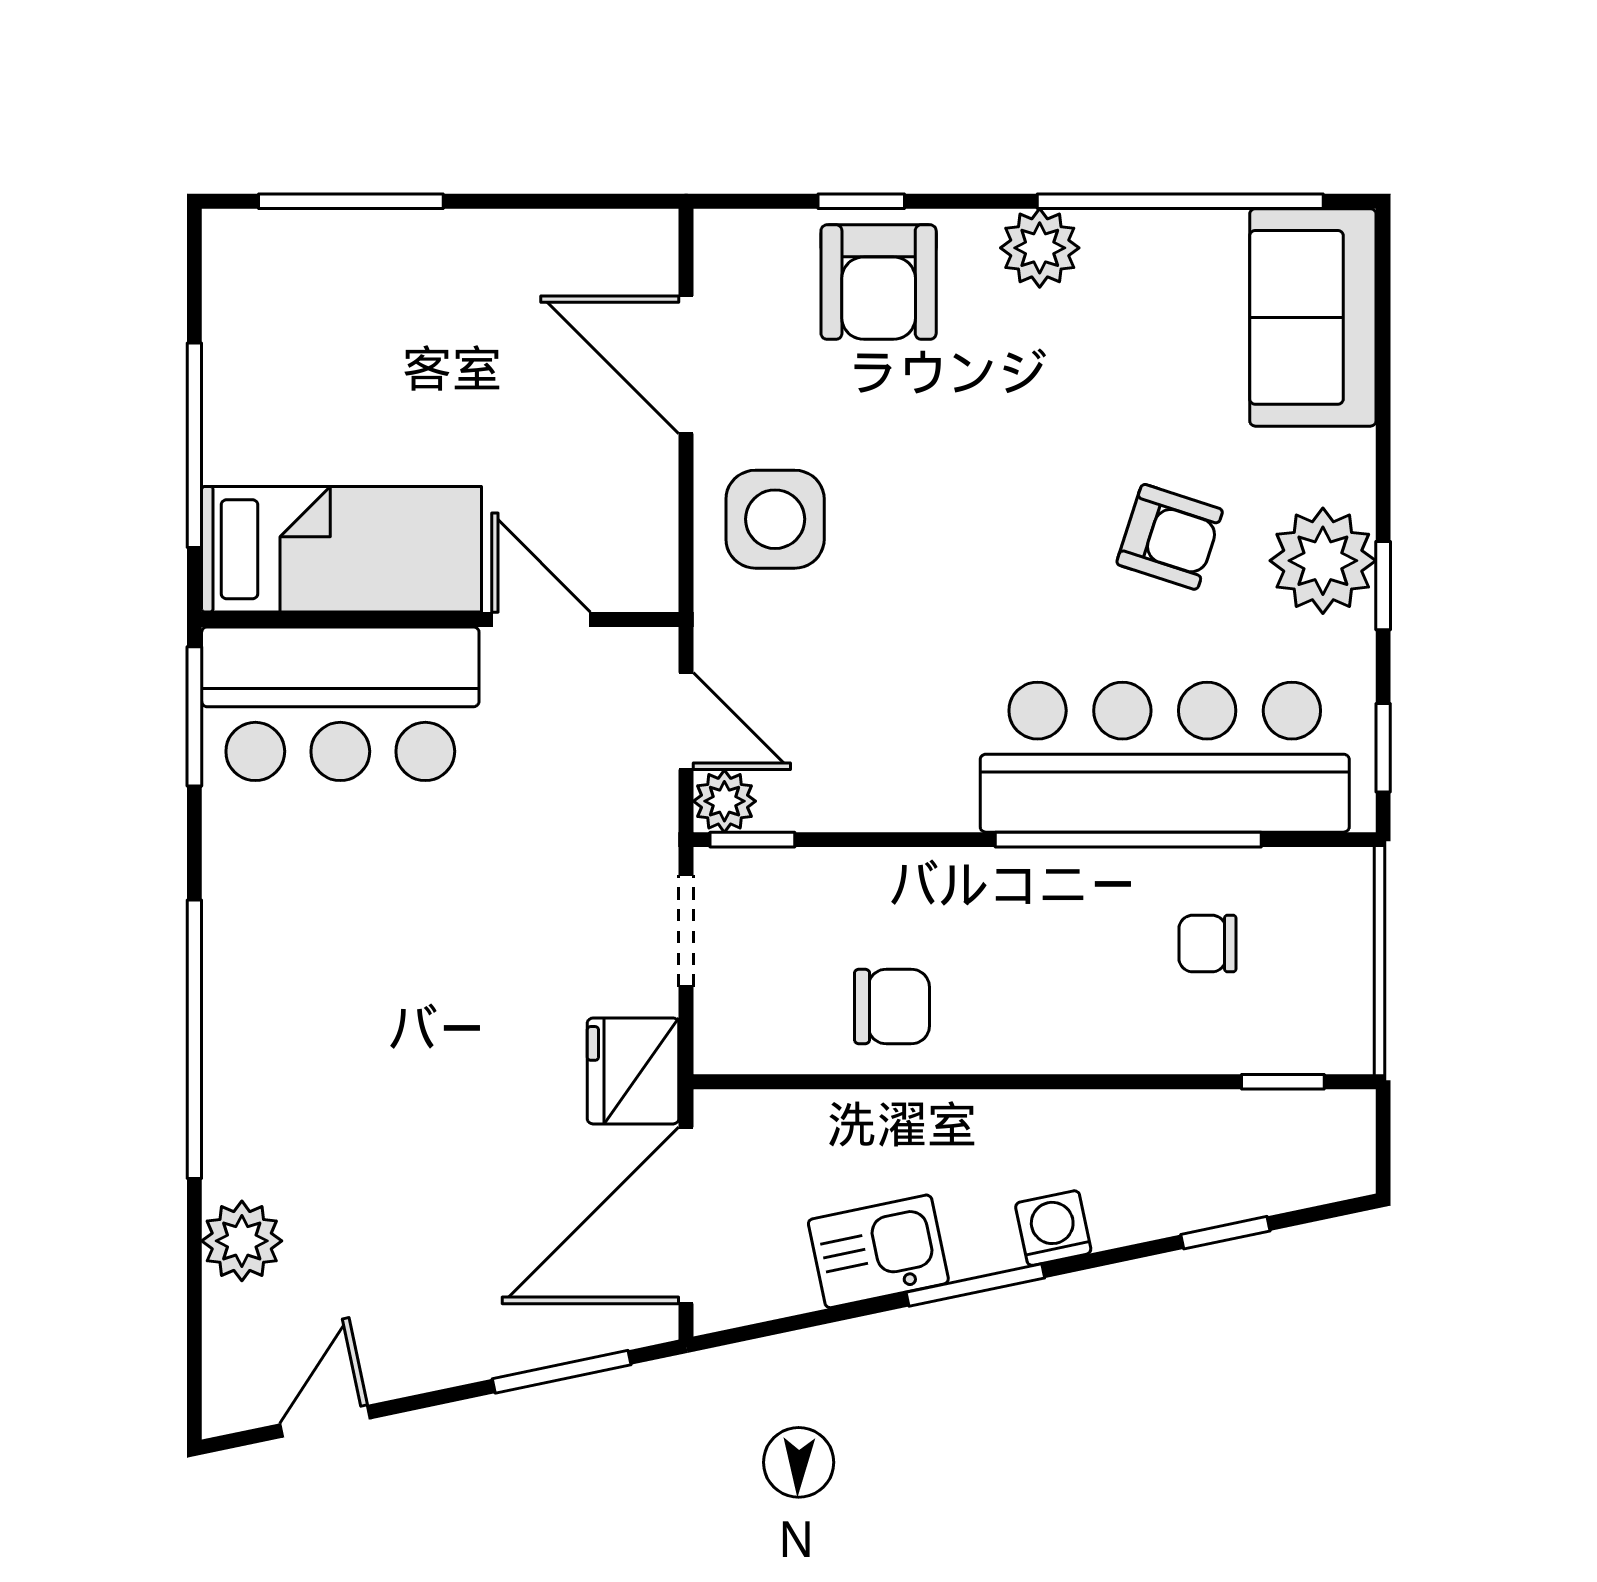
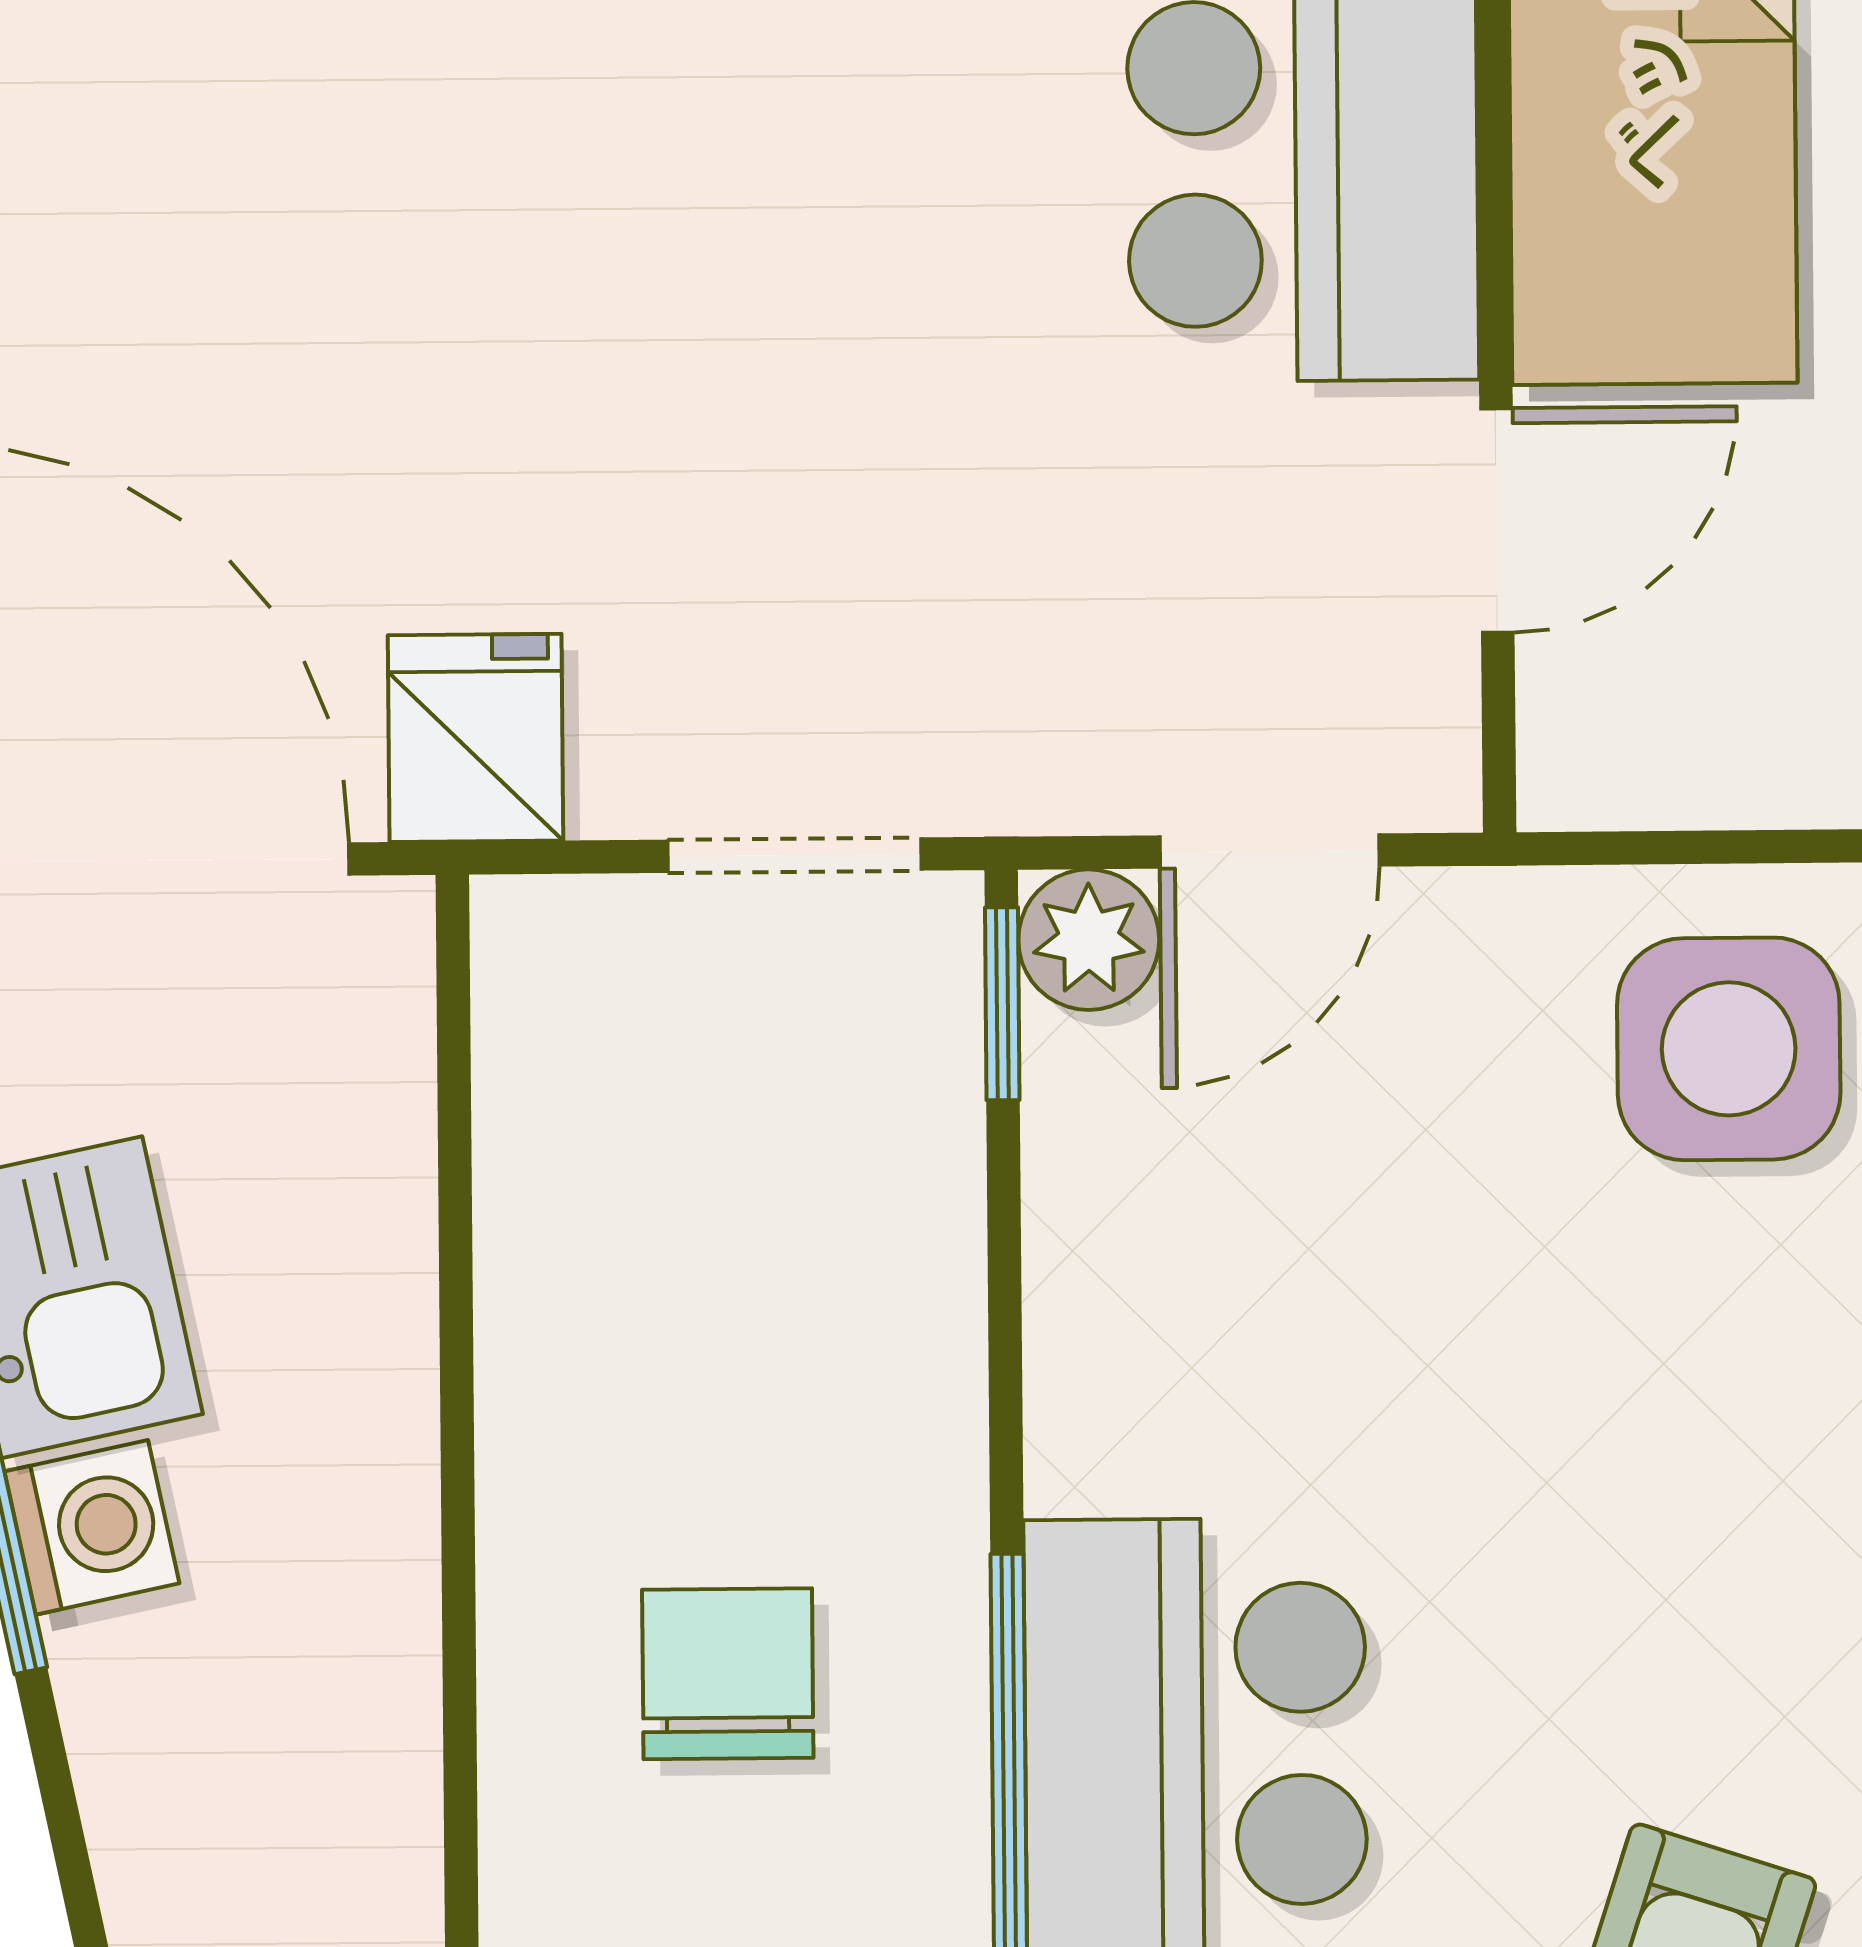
chair: (892, 1006) -> (728, 1674), moved, turned 180
fridge: (633, 1071) -> (476, 738), width x0.72
washing machine: (1053, 1228) -> (92, 1527), moved

